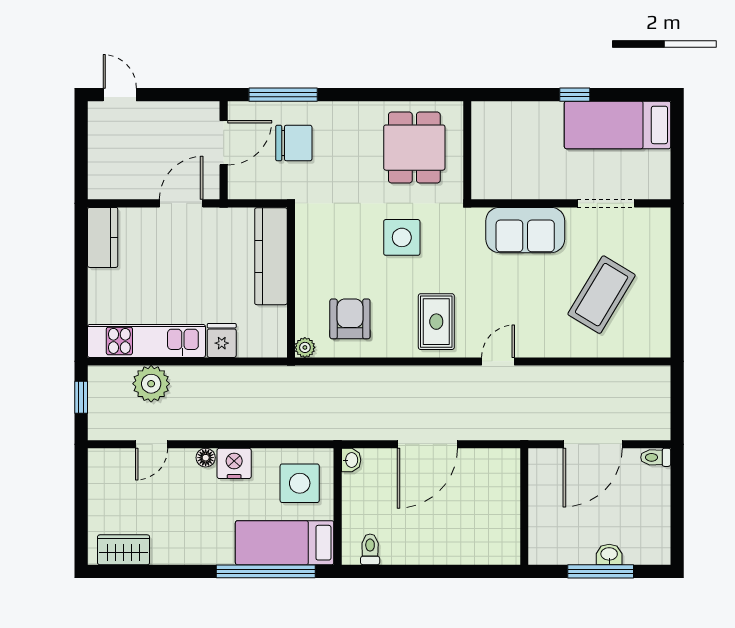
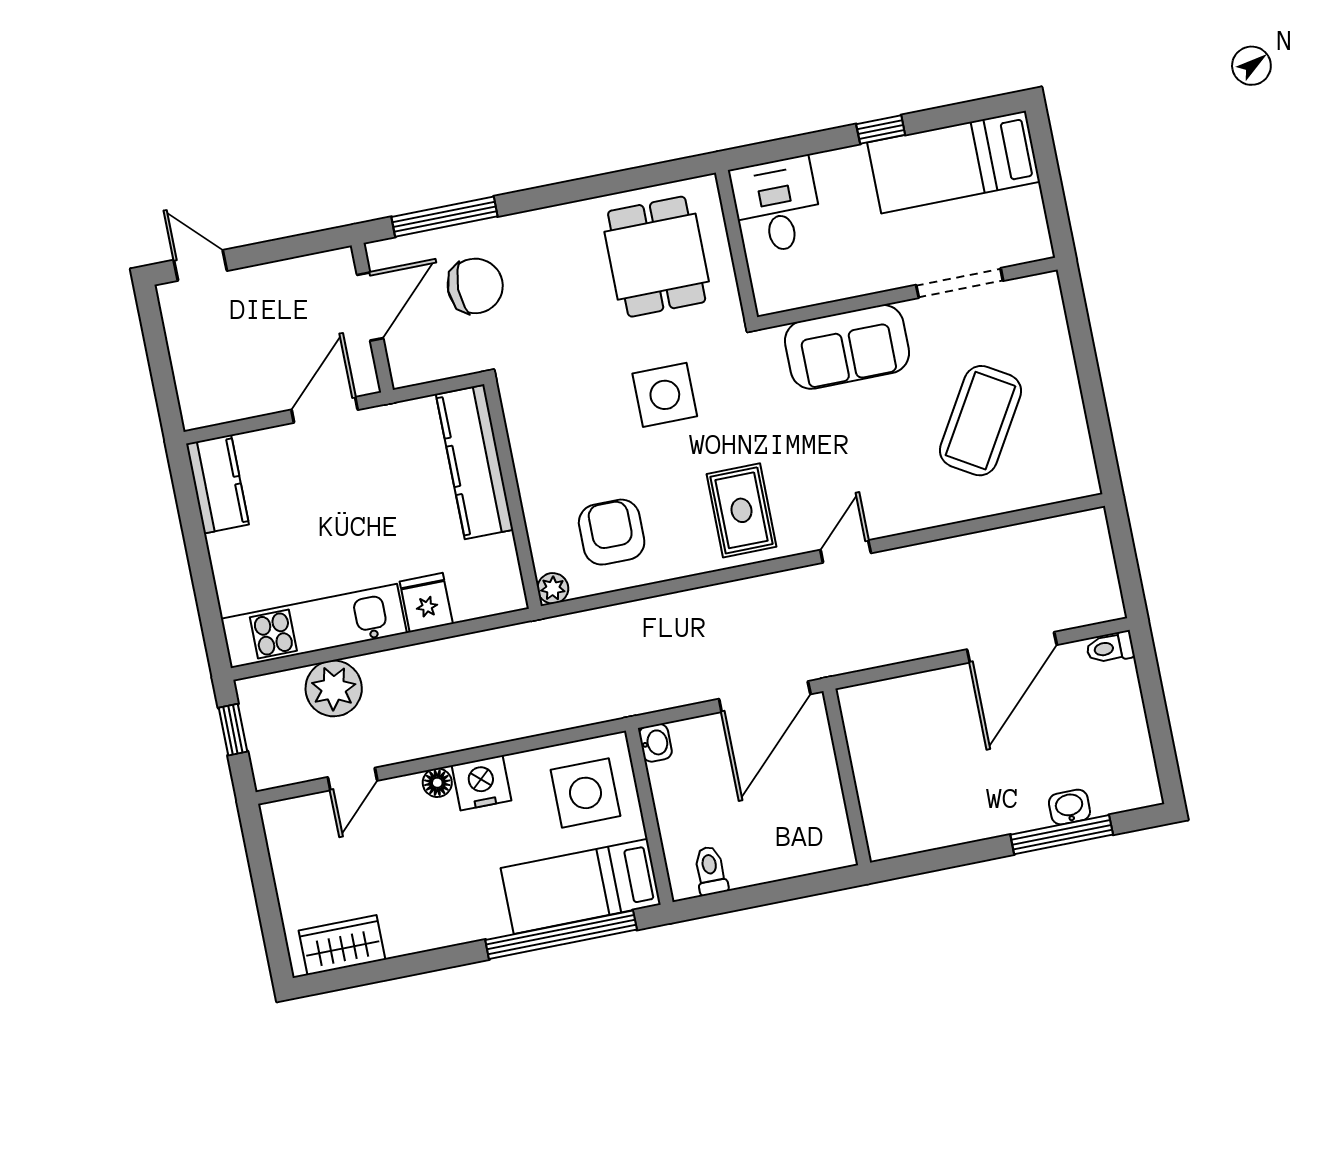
desk: (498, 130) -> (777, 206), added
wall: (524, 507) -> (847, 777), moved

